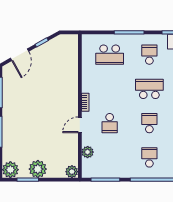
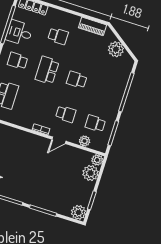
door: (80, 125) -> (59, 140), hinge flipped
school desk: (149, 157) -> (95, 123), moved
plant: (38, 169) -> (90, 173), moved

